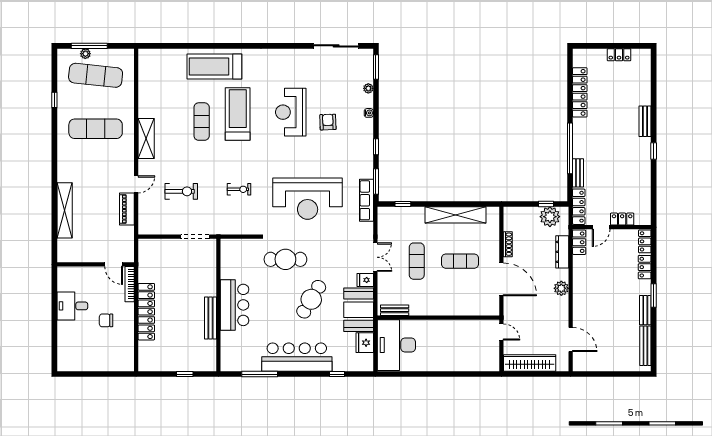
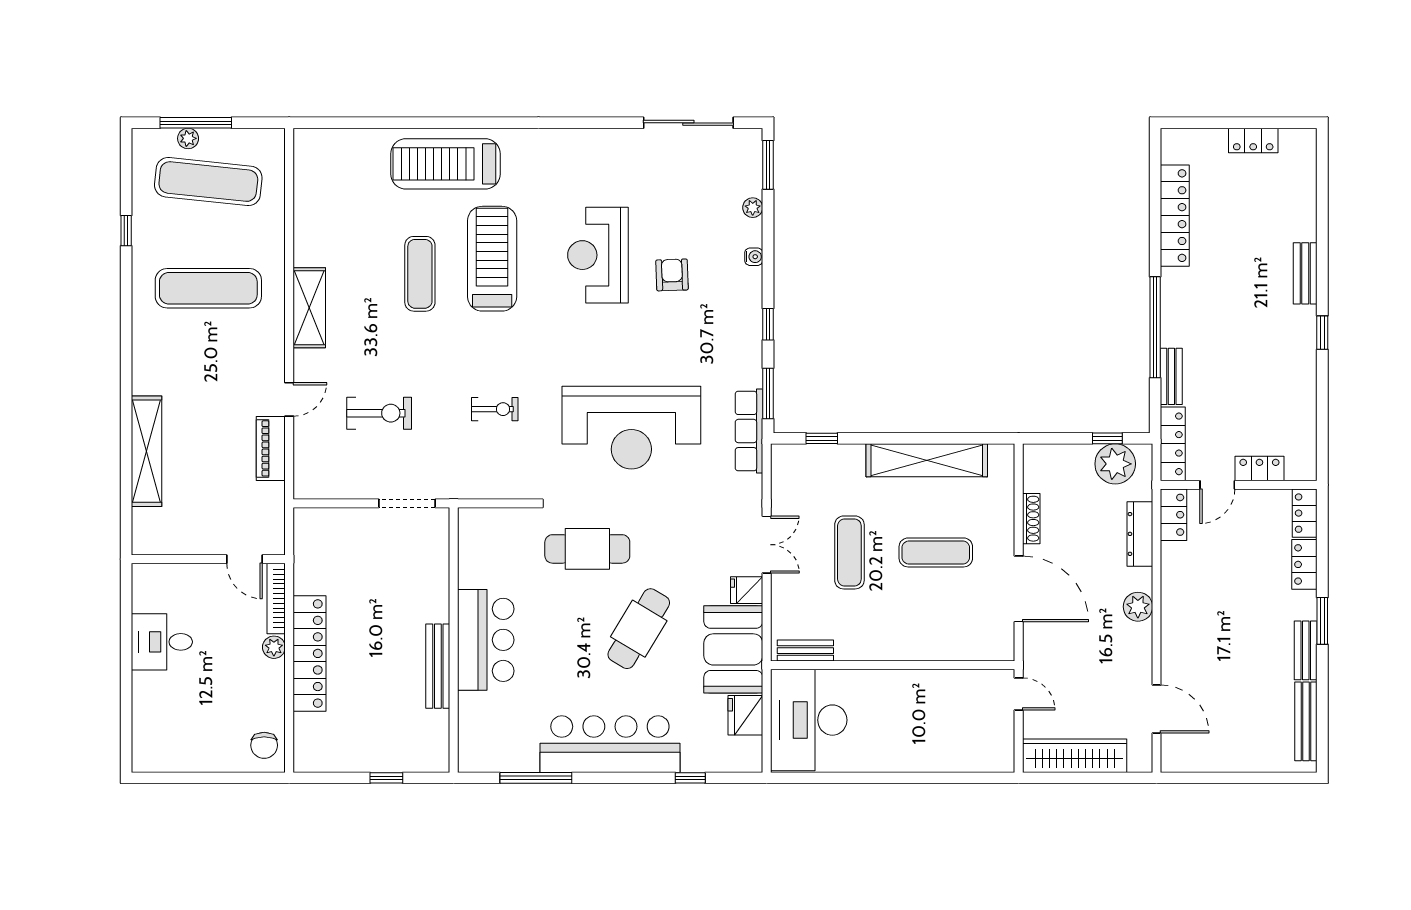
plant: (128, 309) -> (274, 647), added
chair: (106, 320) -> (264, 745), moved, turned -90

